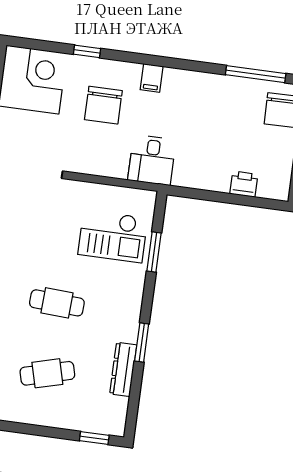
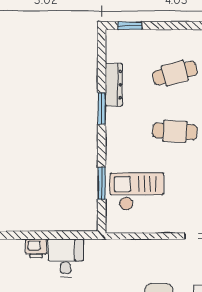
desk: (152, 160) -> (66, 258), moved

